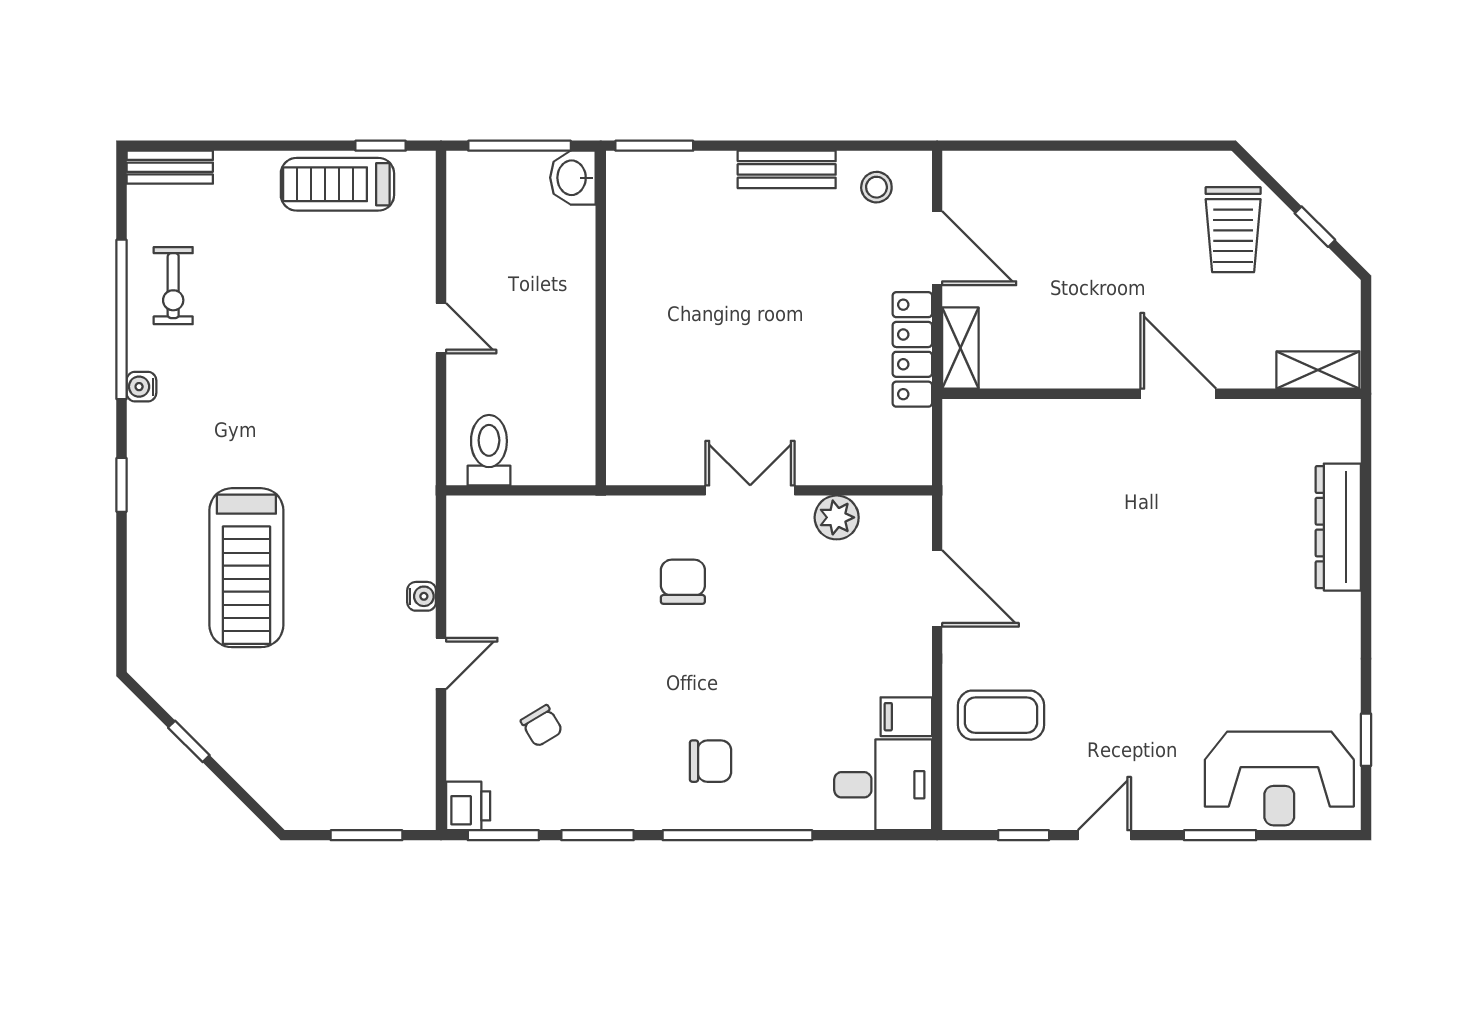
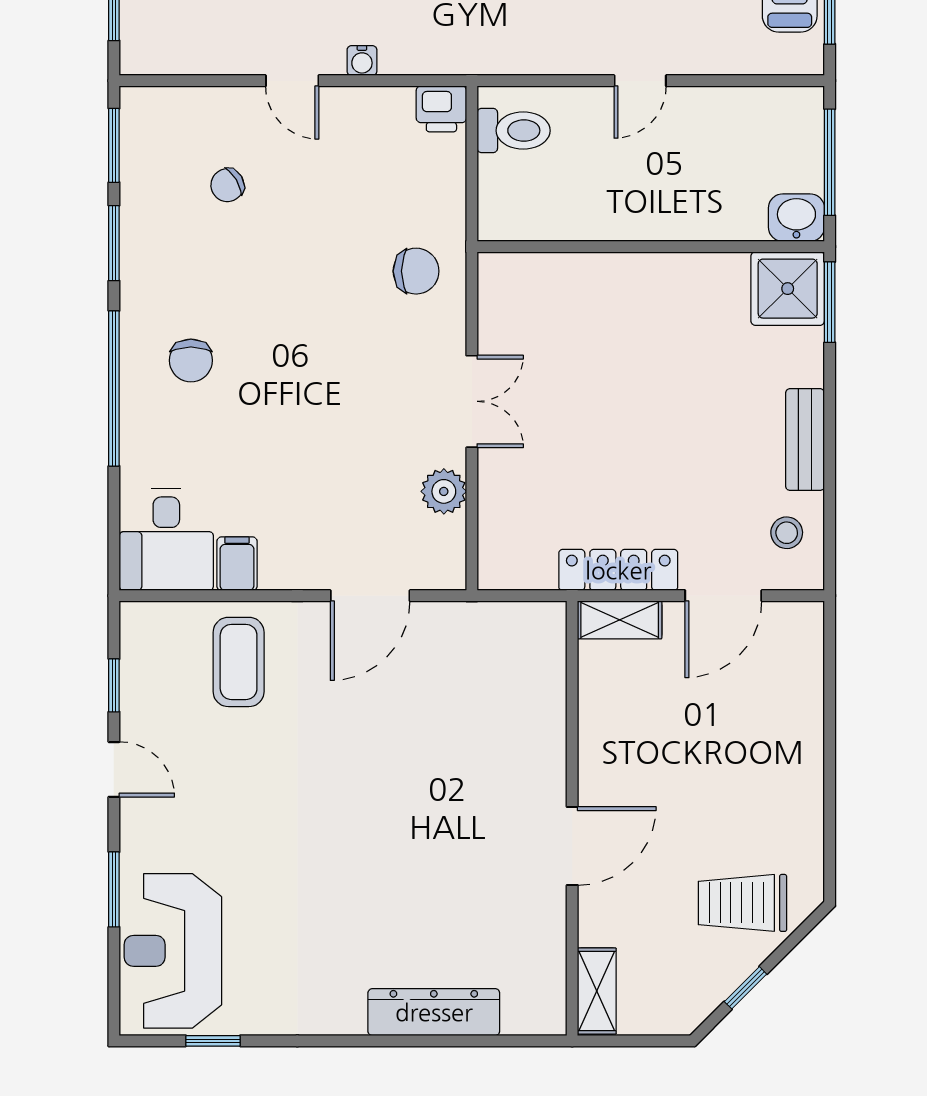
shower: (641, 186) -> (788, 289), added
chair: (683, 582) -> (416, 271), moved
printer: (468, 806) -> (441, 109), moved

